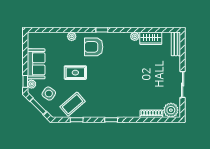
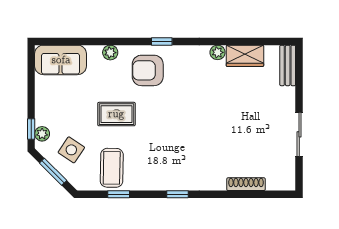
sofa: (36, 64) -> (61, 60), moved, turned 90
coffee table: (73, 104) -> (112, 168), turned -48
plant: (171, 110) -> (279, 178), removed

